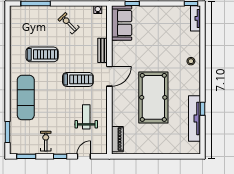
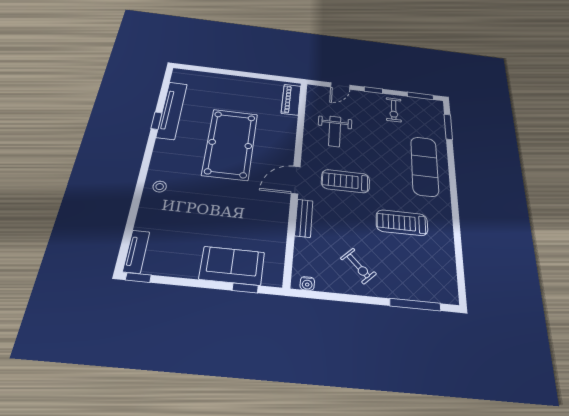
sofa: (122, 23) -> (232, 266), moved, turned 90

